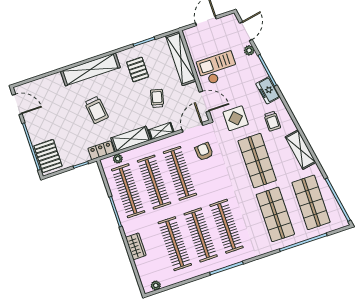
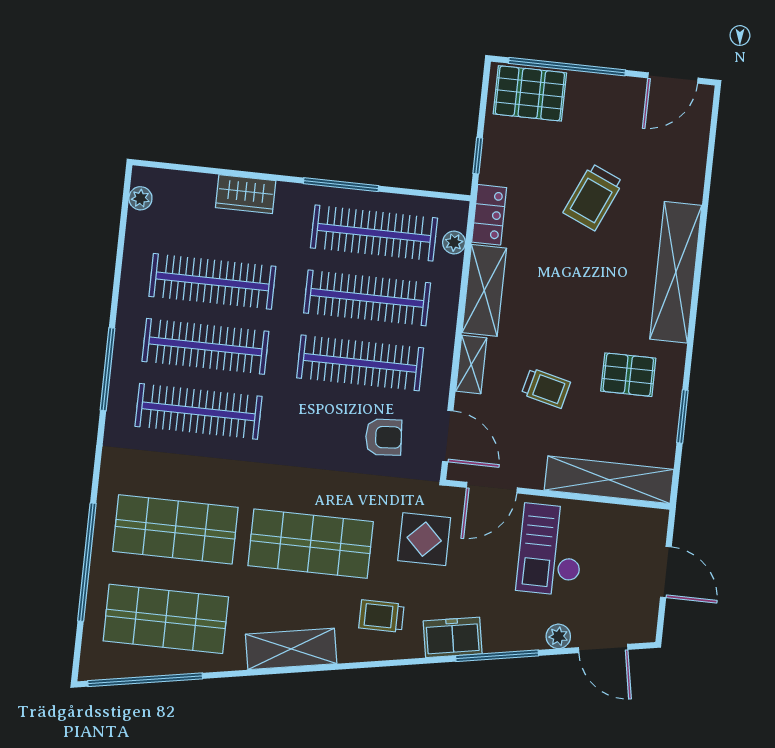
checkout: (218, 68) -> (551, 550), turned 180
trolley: (96, 110) -> (593, 197), moved, turned -59

